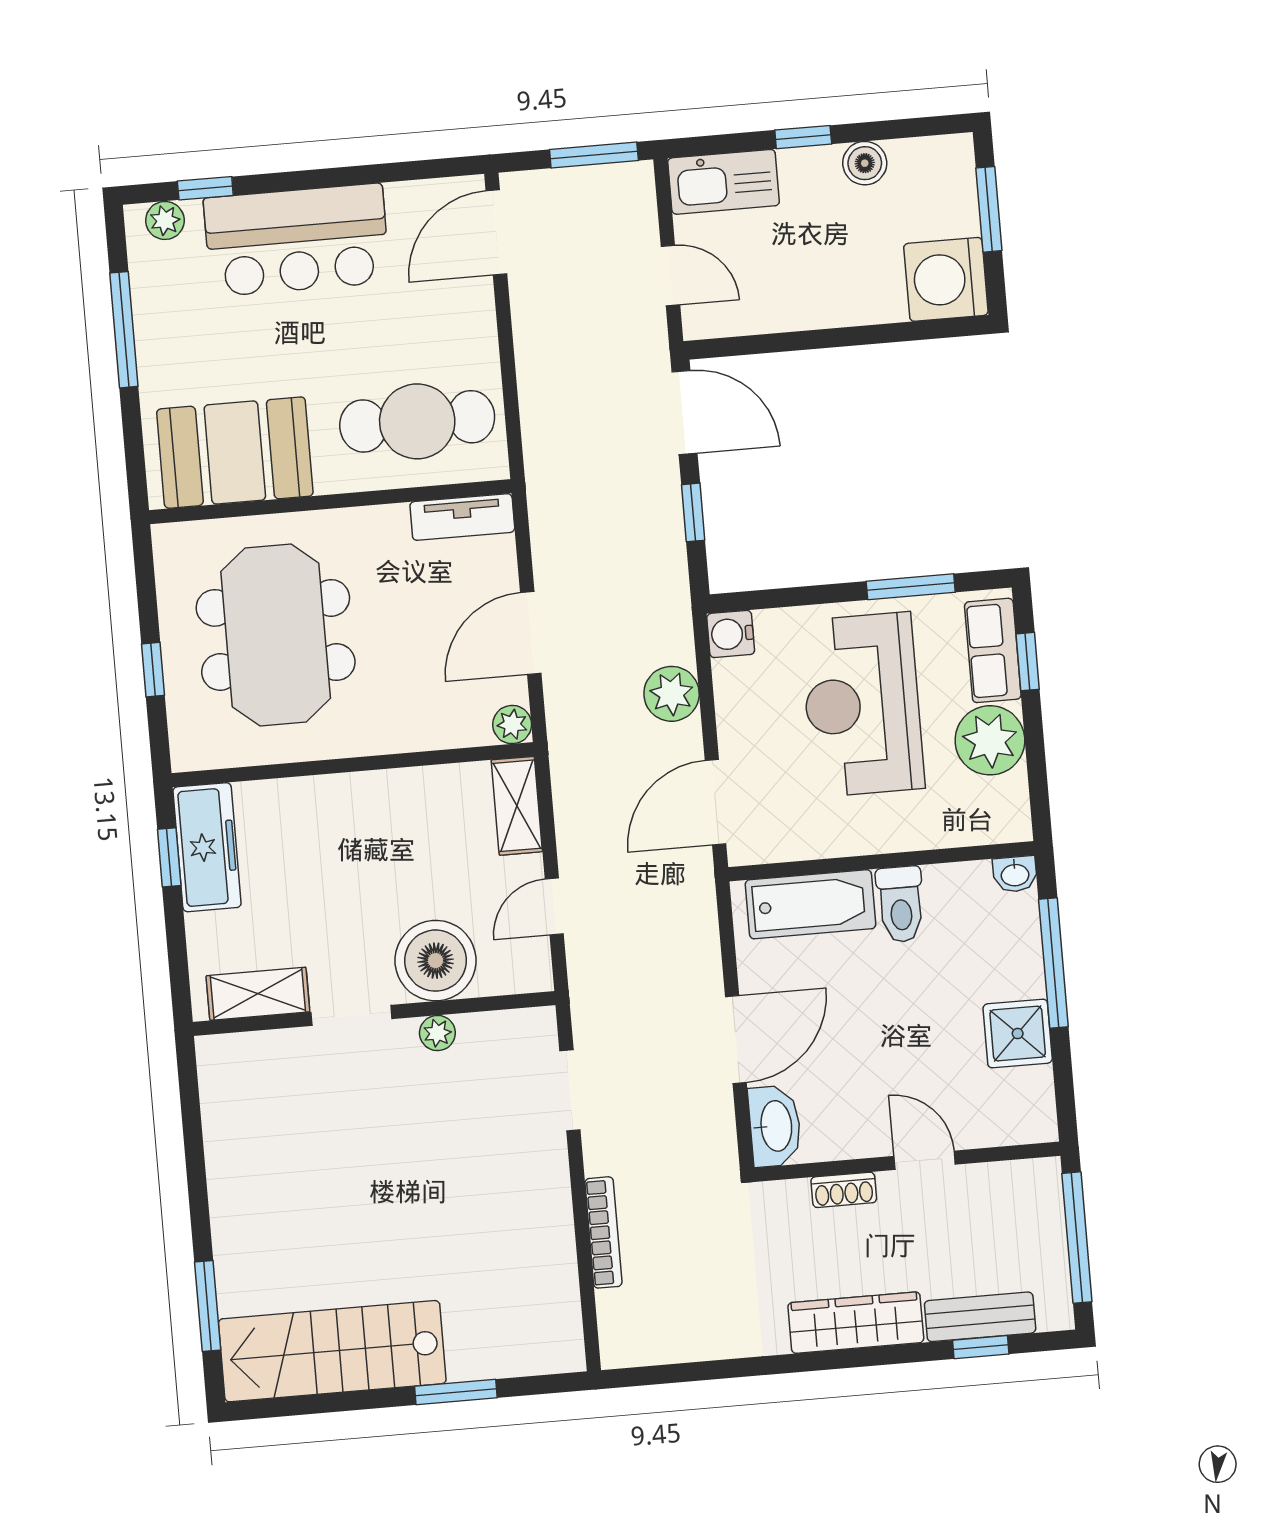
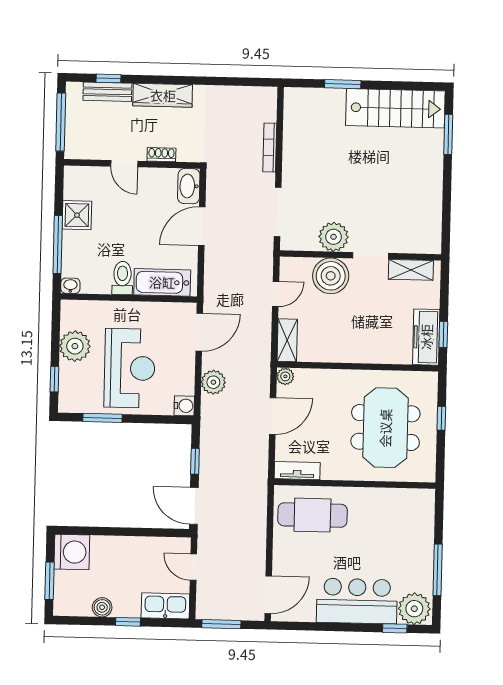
plant: (165, 220) -> (414, 609), width x1.87, depth x1.87
booth: (235, 453) -> (395, 510), removed
row of seats: (993, 650) -> (69, 386), removed
plant: (437, 1033) -> (334, 237), width x1.87, depth x1.87
doorway: (570, 1090) -> (278, 212), width x1.38

